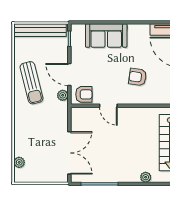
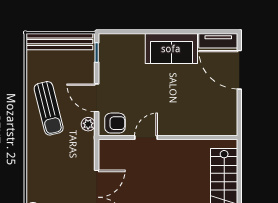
sofa: (106, 36) -> (171, 49), moved
armchair: (138, 77) -> (183, 101), removed
door: (108, 106) -> (146, 137), swing flipped

